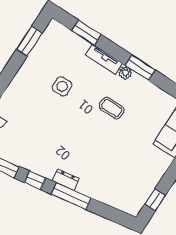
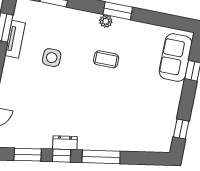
tv unit: (104, 59) -> (15, 39), moved, turned -90
dresser: (66, 180) -> (65, 143), moved

